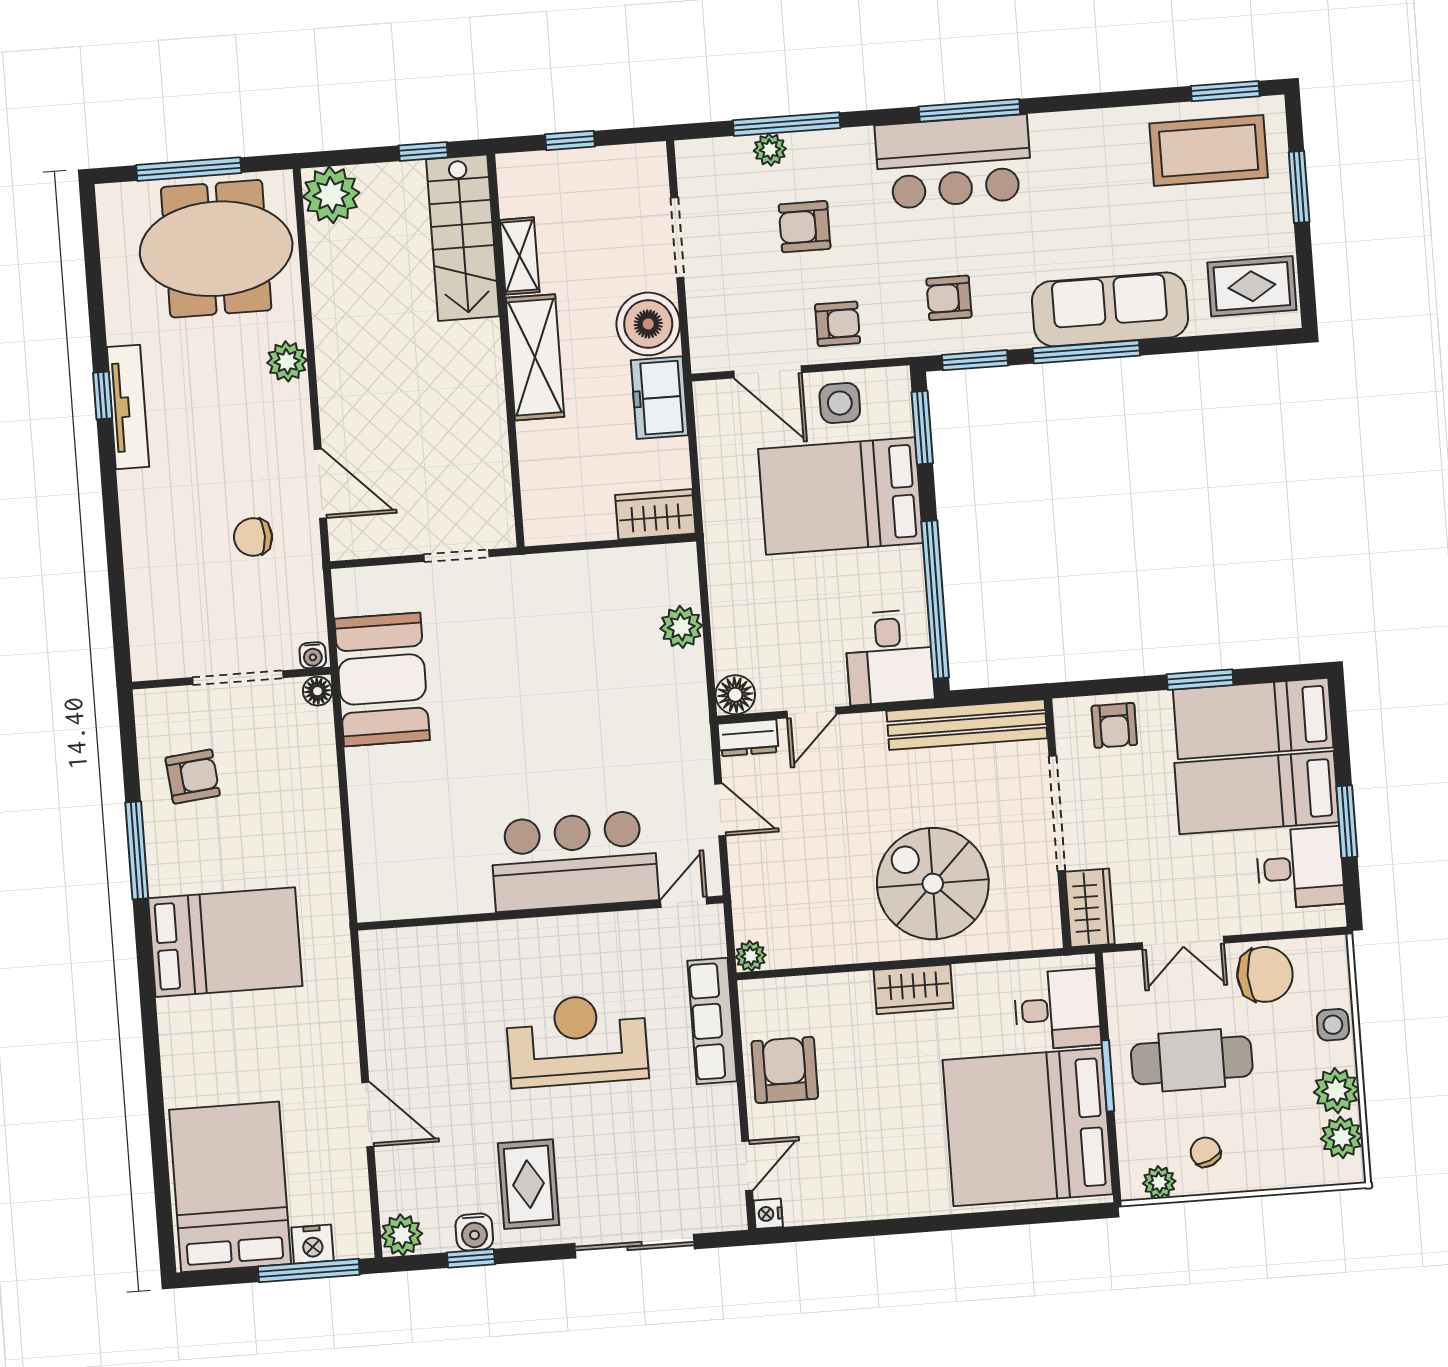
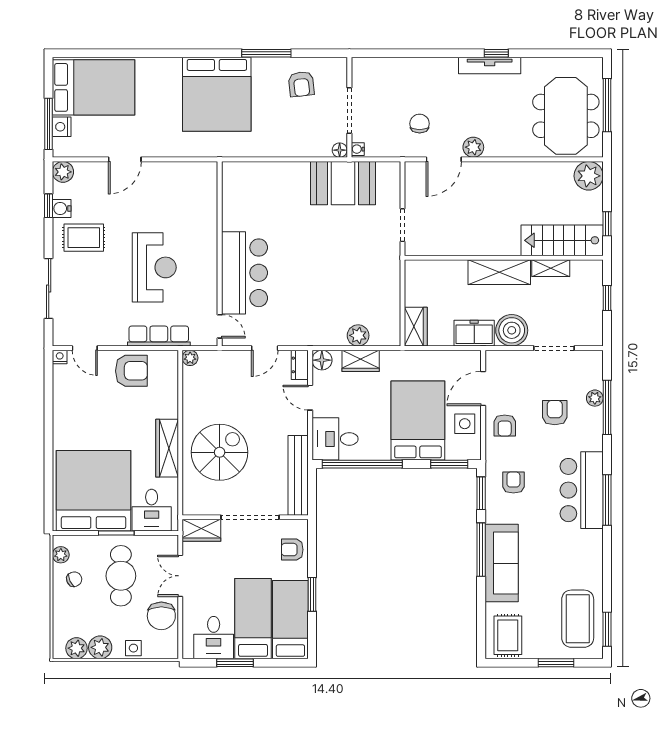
plant: (287, 361) -> (473, 147), moved
wardrobe: (731, 618) -> (361, 361), added
bed: (225, 942) -> (217, 94), width x1.36
wardrobe: (913, 989) -> (167, 448), width x1.50

